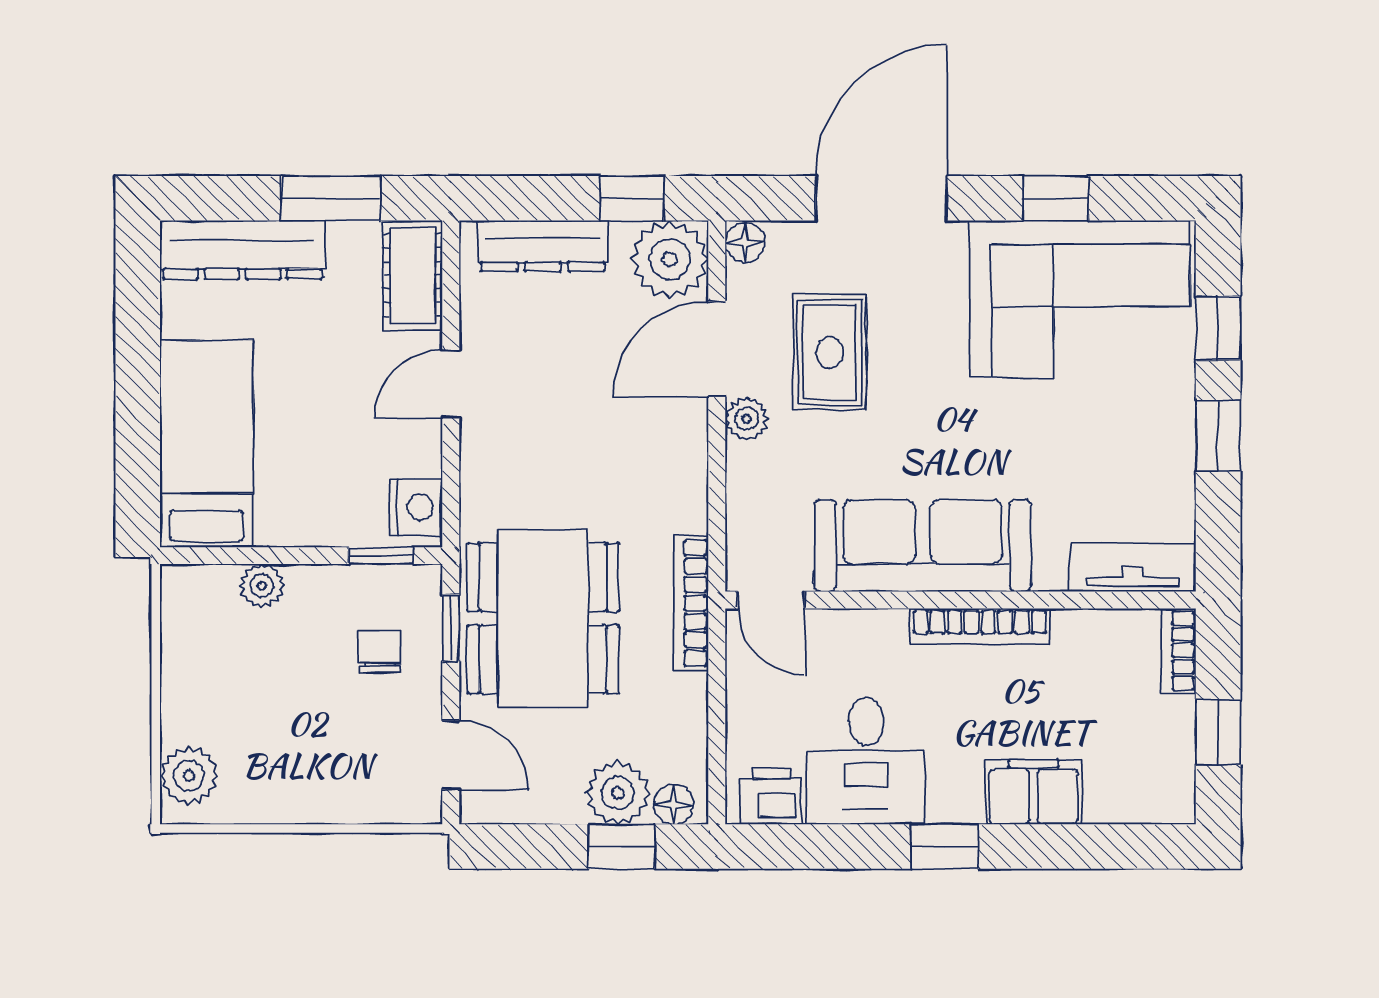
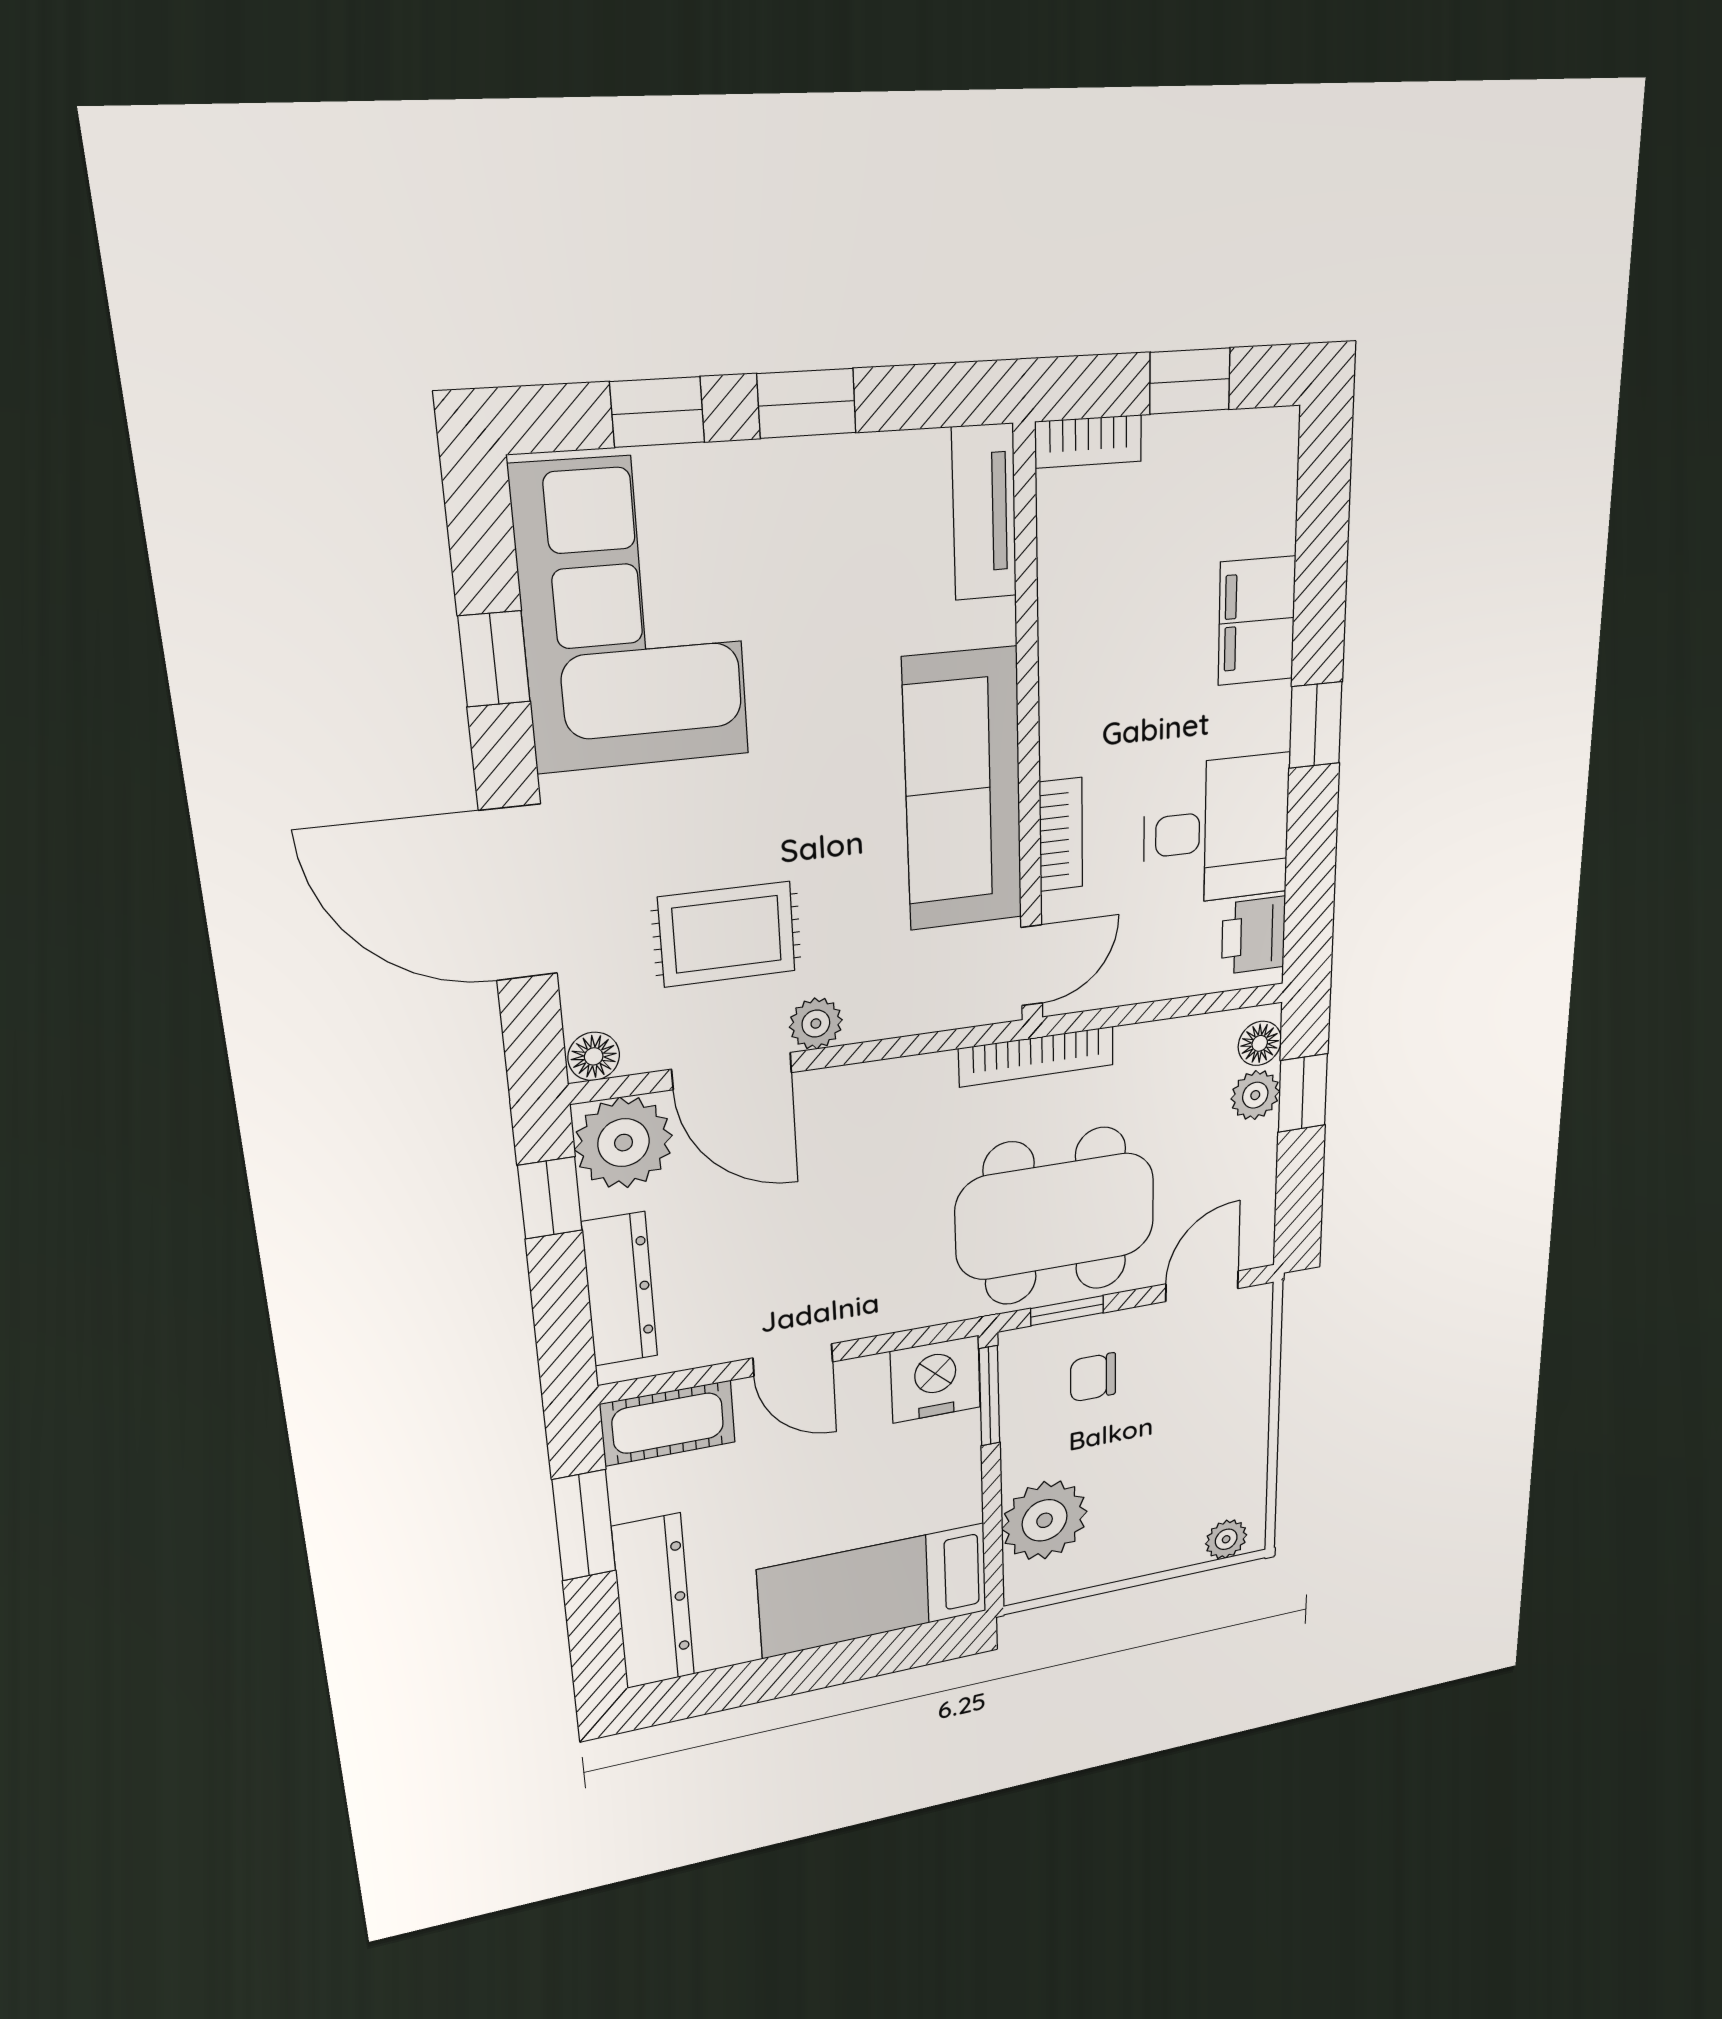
nightstand: (416, 507) -> (935, 1379), width x1.36, depth x1.33
window: (381, 556) -> (989, 1396), width x1.50
plant: (262, 586) -> (1045, 1520), width x1.88, depth x1.88
bookcase: (980, 626) -> (1061, 835), moved, width x0.64
plant: (189, 776) -> (1226, 1539), width x0.73, depth x0.73
plant: (618, 793) -> (1255, 1095), width x0.73, depth x0.73

